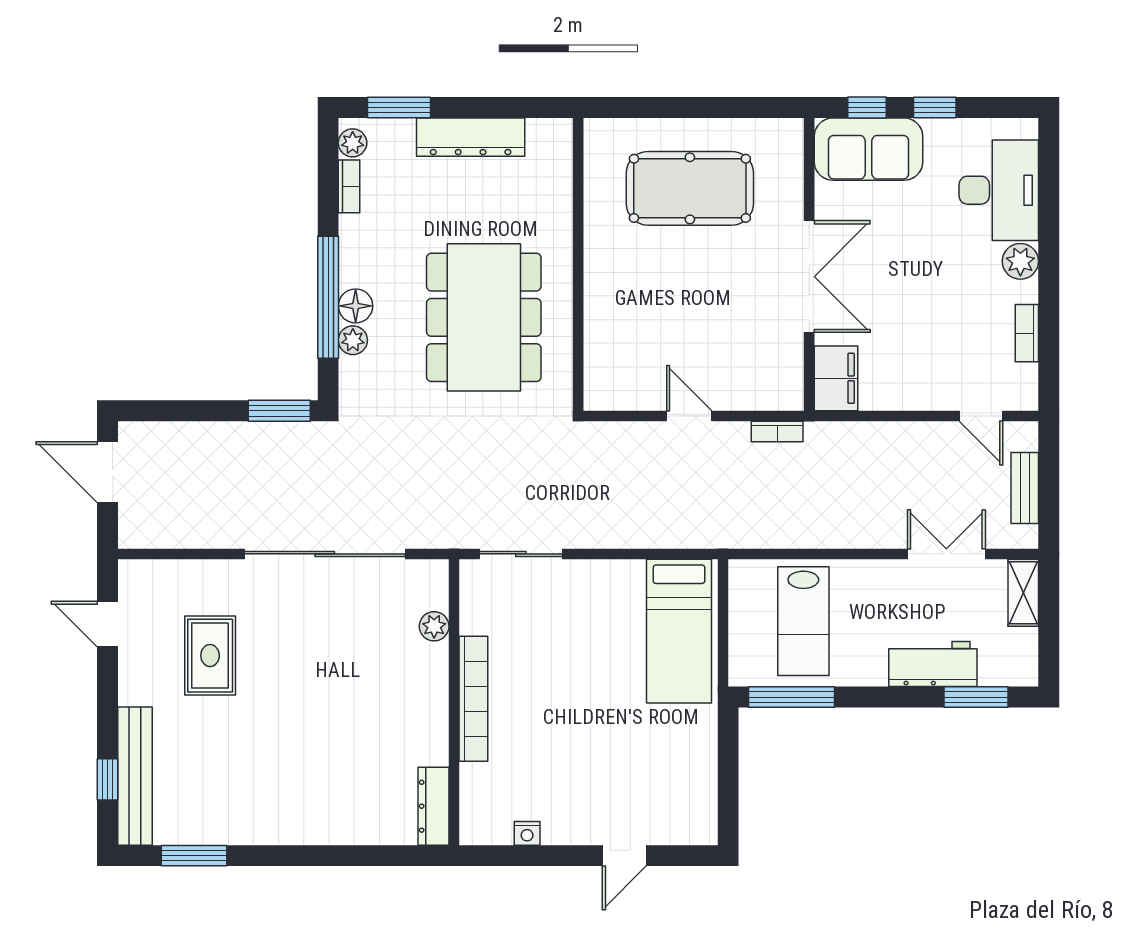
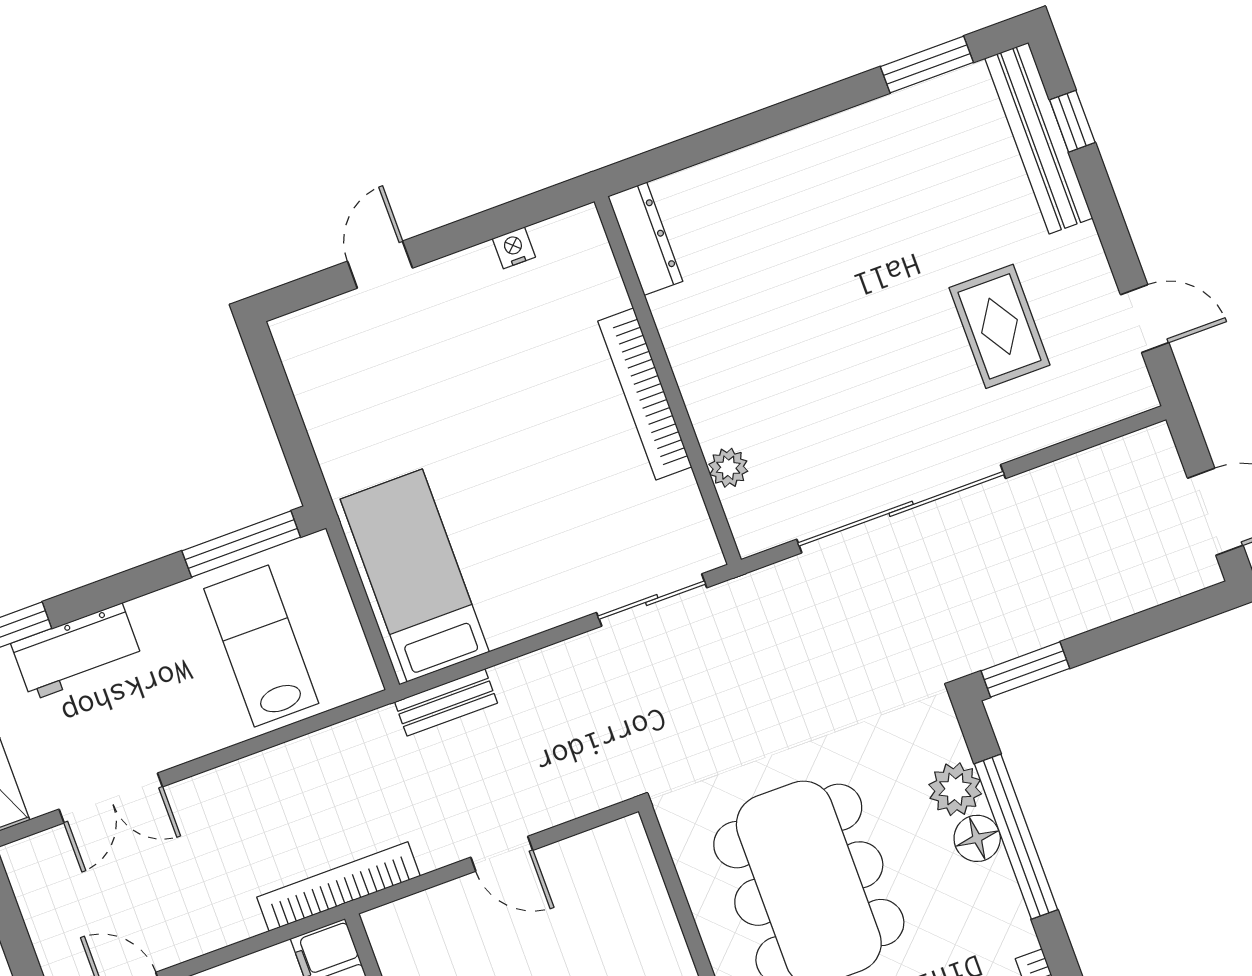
plant: (353, 340) -> (955, 789), width x1.38, depth x1.38
bookcase: (777, 431) -> (339, 887), width x2.31, depth x1.31
bench: (1025, 488) -> (446, 702), moved, turned 90

